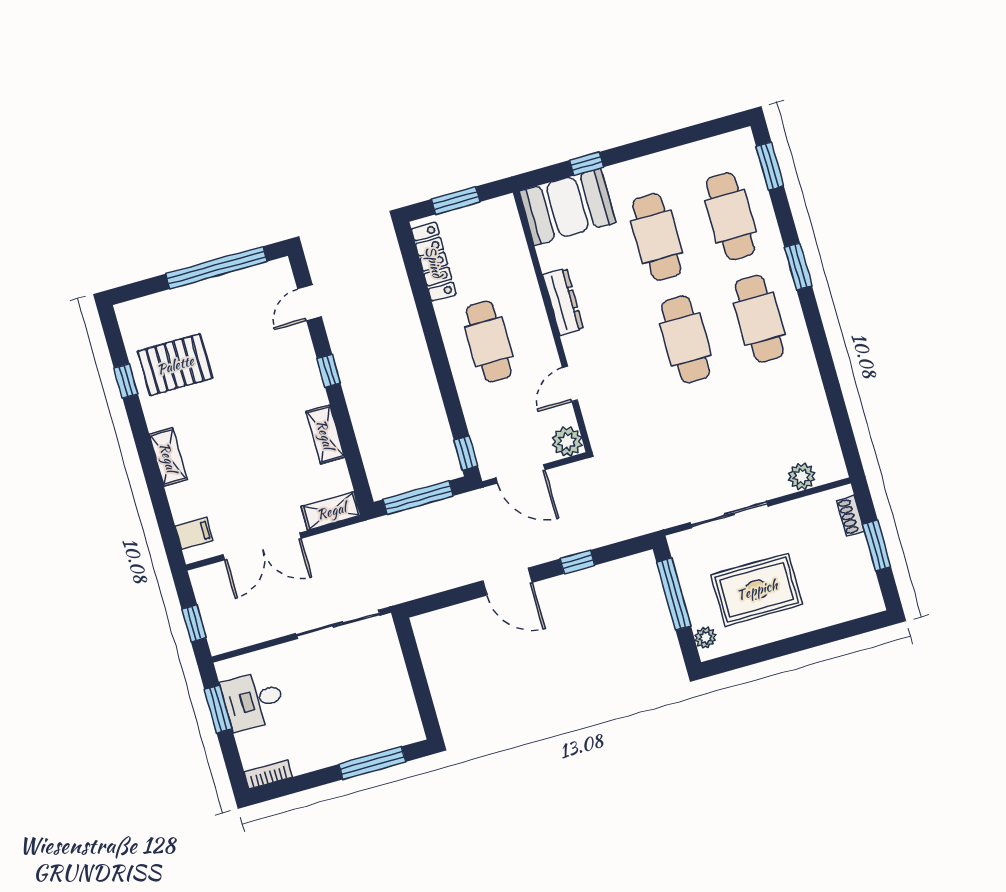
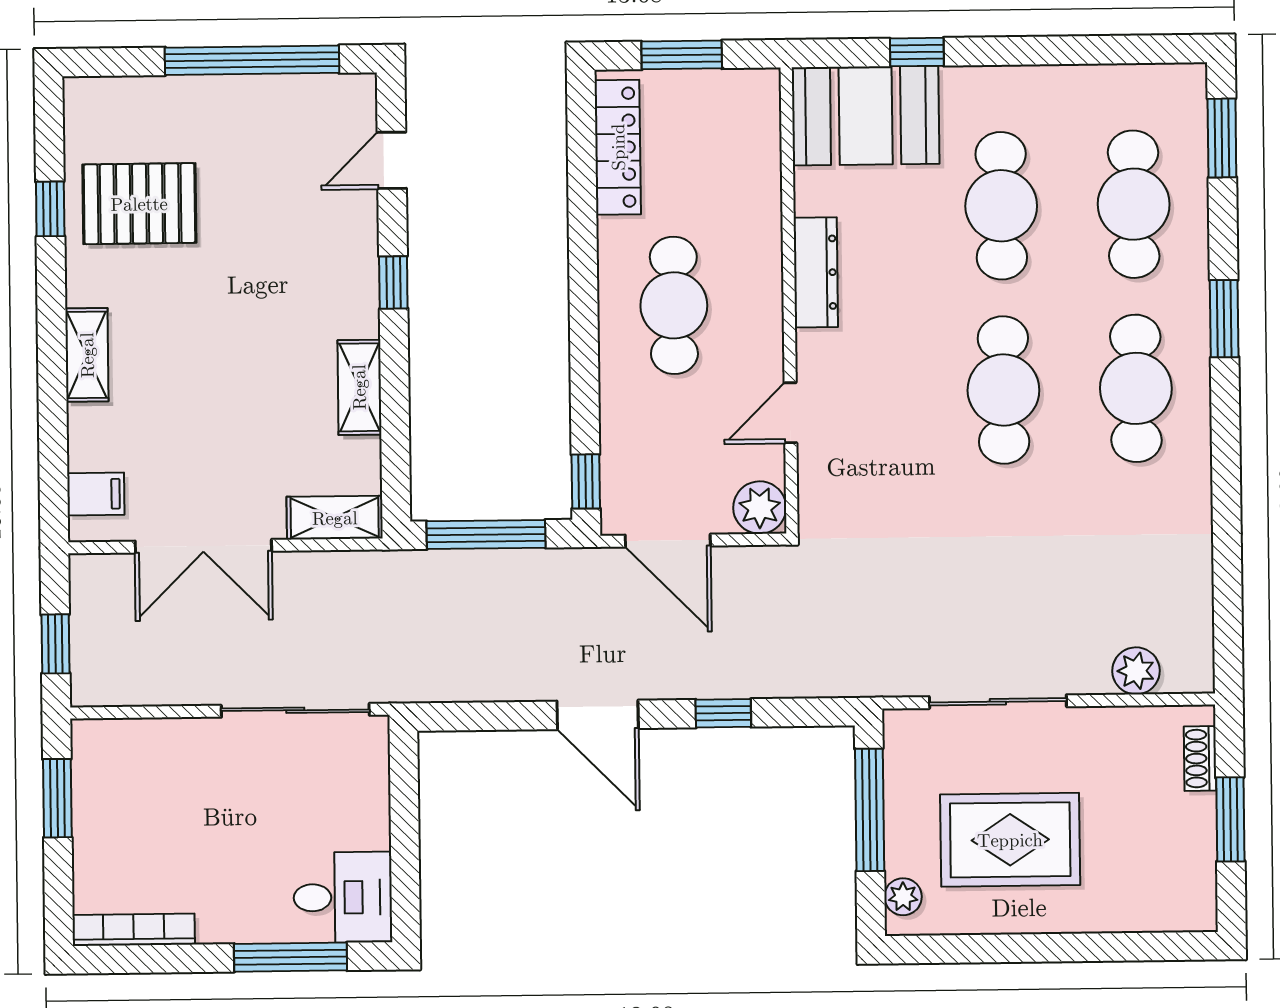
desk: (253, 700) -> (343, 897), moved, turned 180
bookcase: (268, 775) -> (134, 930), width x1.56

